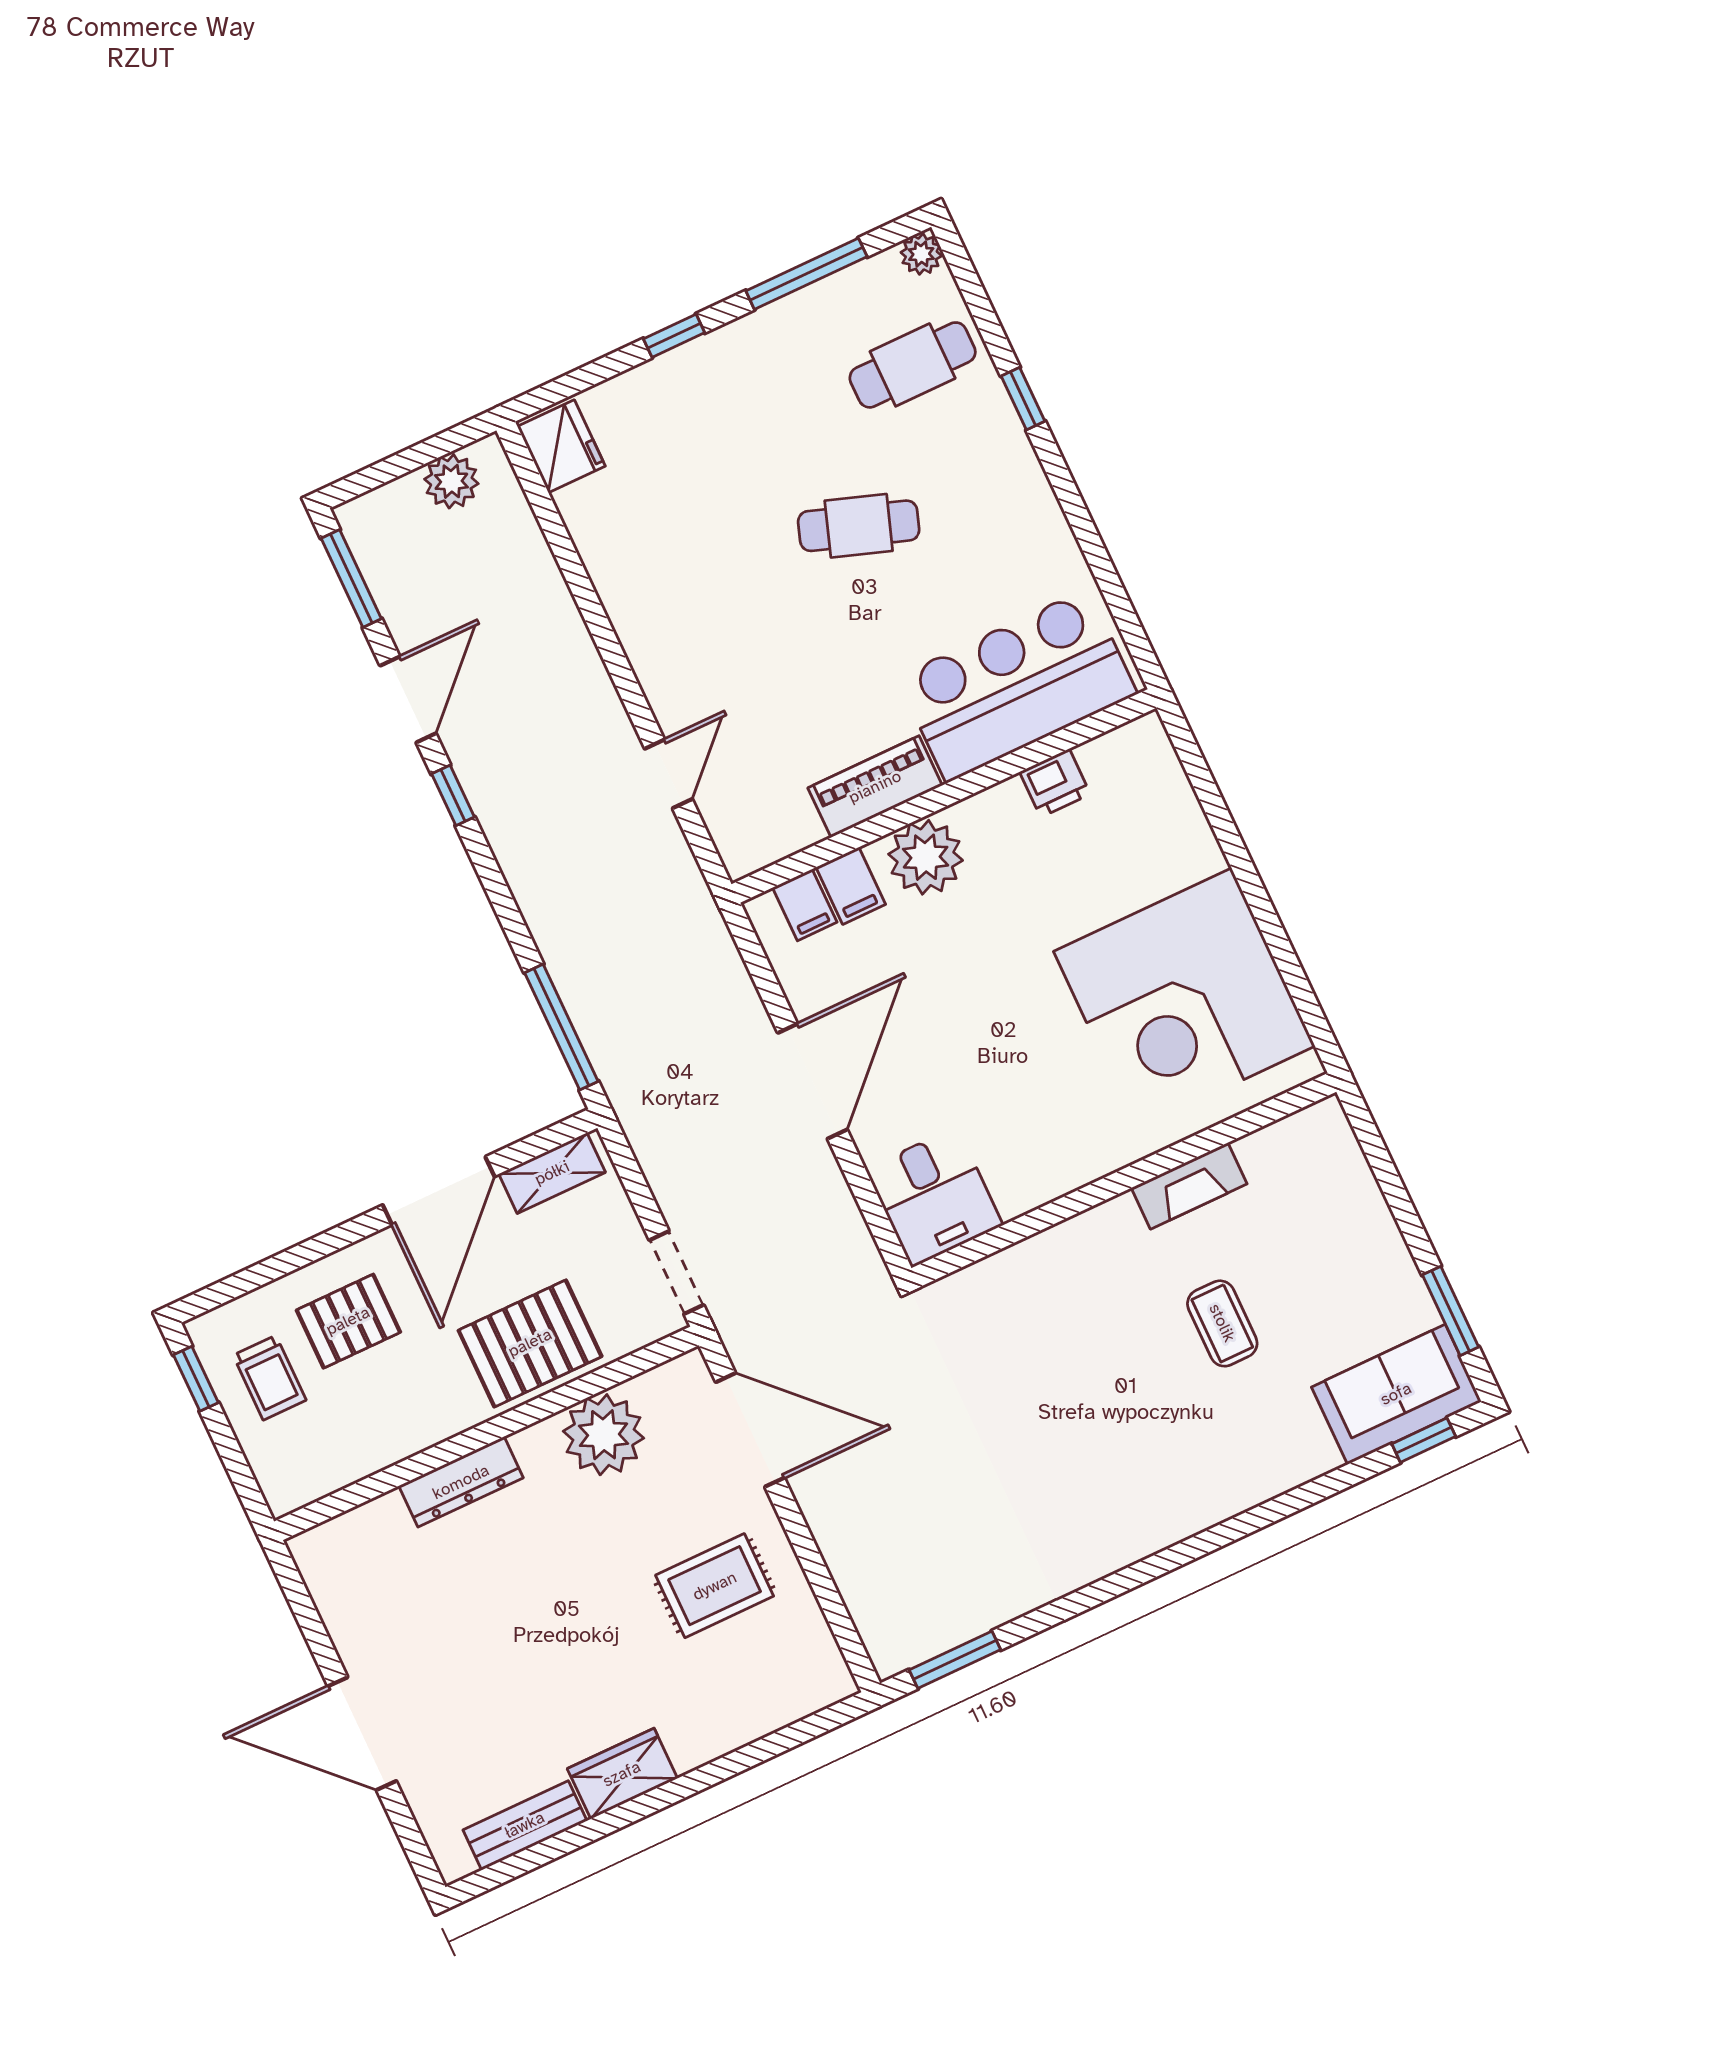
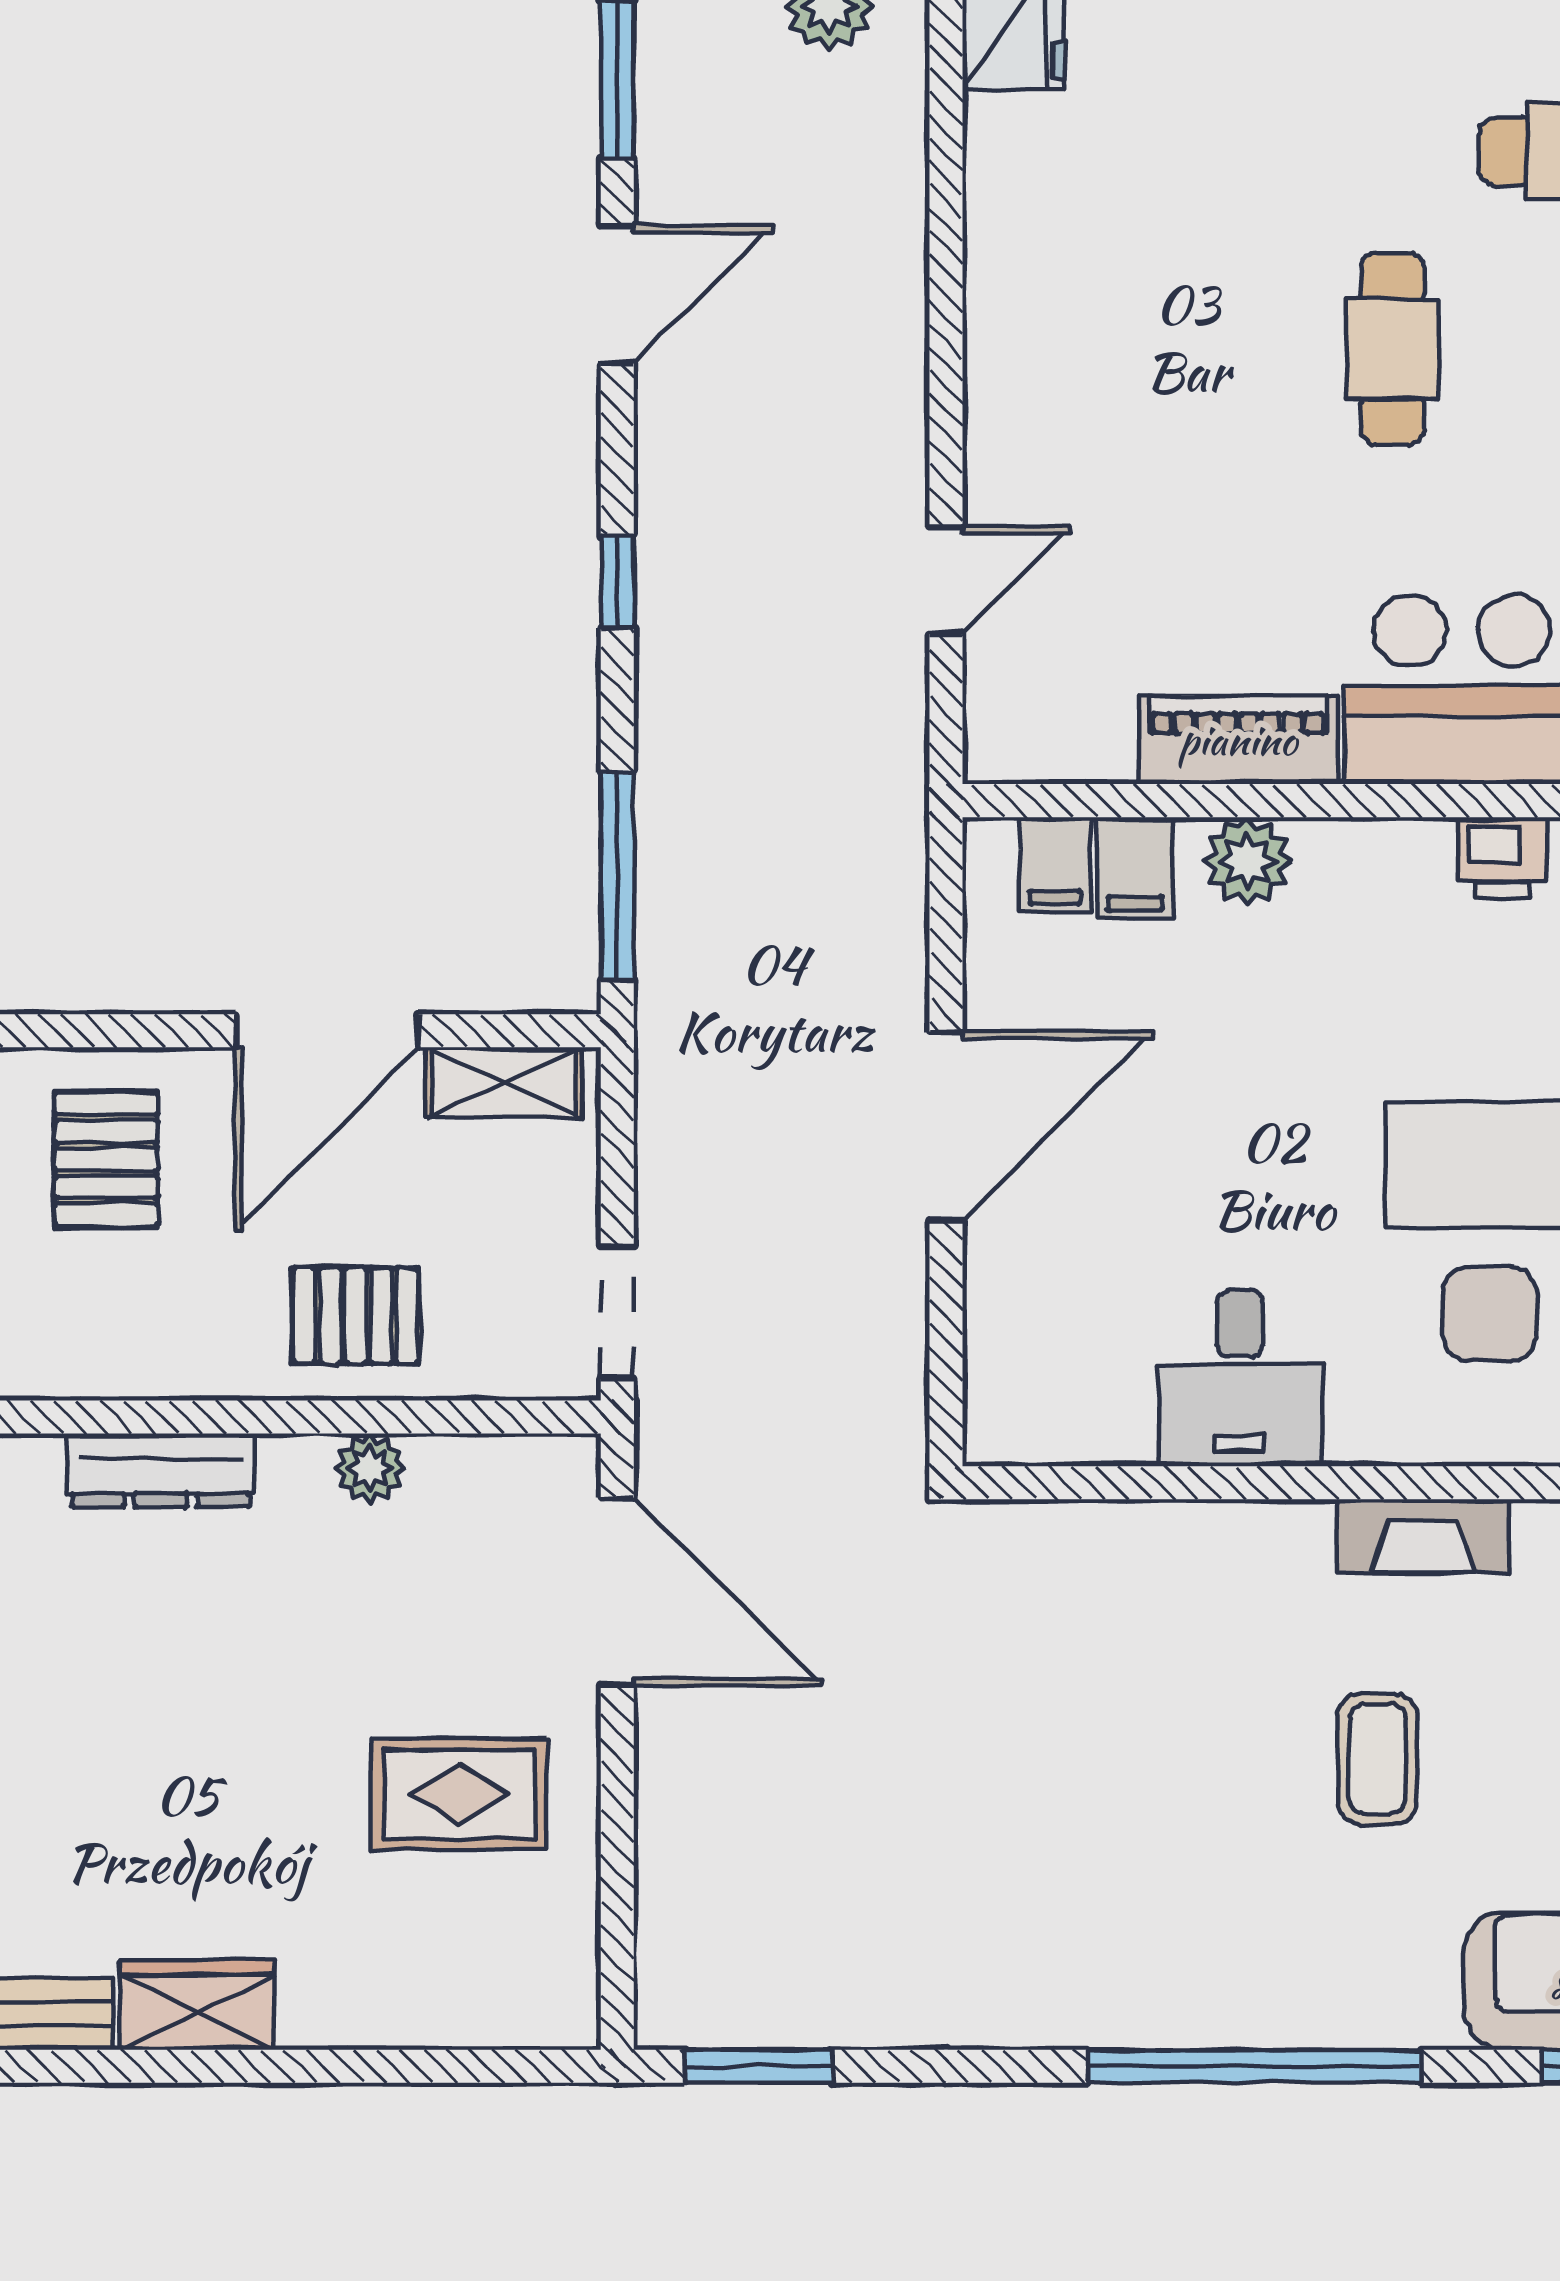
cafe table: (859, 526) -> (1392, 349), turned 71
window: (453, 795) -> (617, 582), moved
plant: (926, 857) -> (1247, 861), width x0.73, depth x0.73
desk: (934, 1197) -> (1240, 1378), moved
pallet: (348, 1321) -> (106, 1159), turned 90
pallet: (530, 1343) -> (356, 1316), width x0.67, depth x0.71
plant: (604, 1435) -> (370, 1468), width x0.53, depth x0.53
window: (1234, 1529) -> (1254, 2066), added

